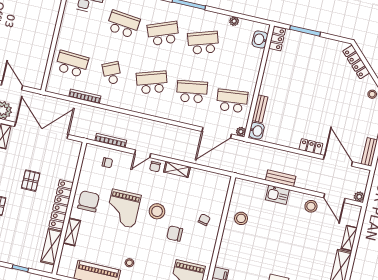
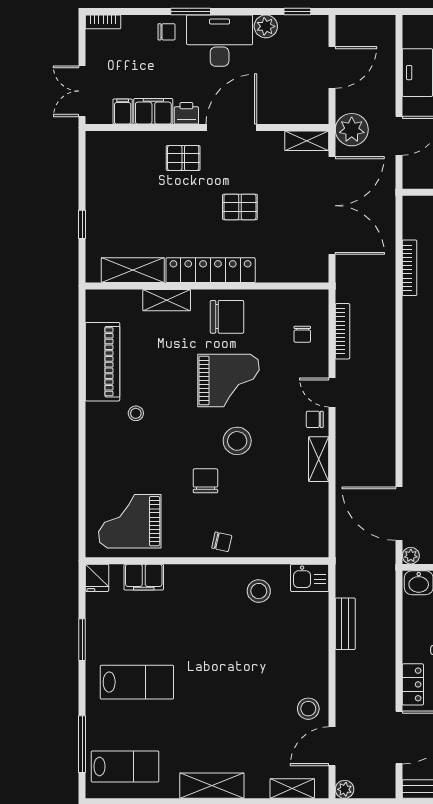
bench: (281, 178) -> (345, 624), moved
kitchen sink: (277, 195) -> (310, 578), moved, turned -90
grand piano: (123, 208) -> (228, 380), turned 180
chair: (204, 220) -> (222, 542), moved
shelving: (349, 238) -> (292, 789), moved

